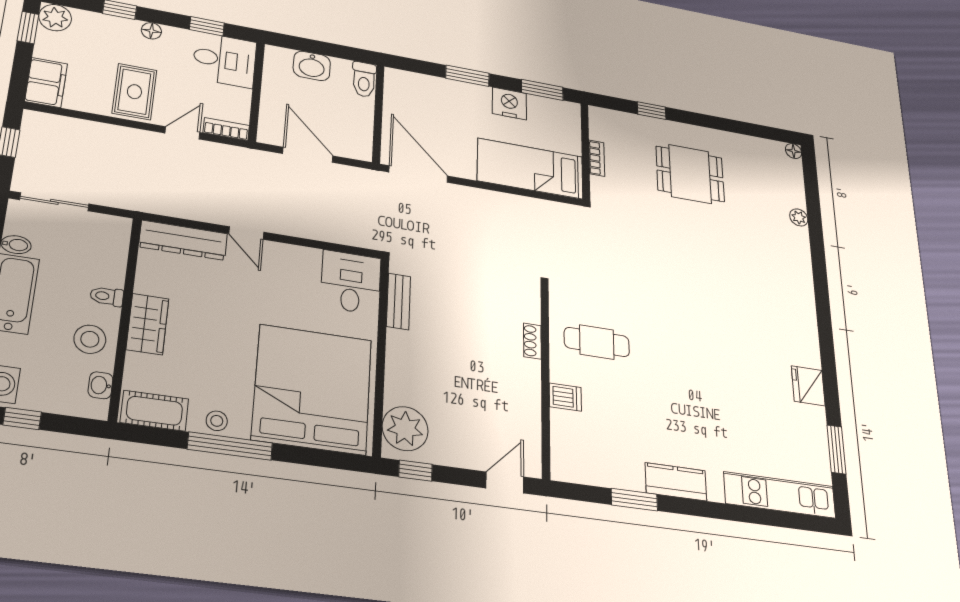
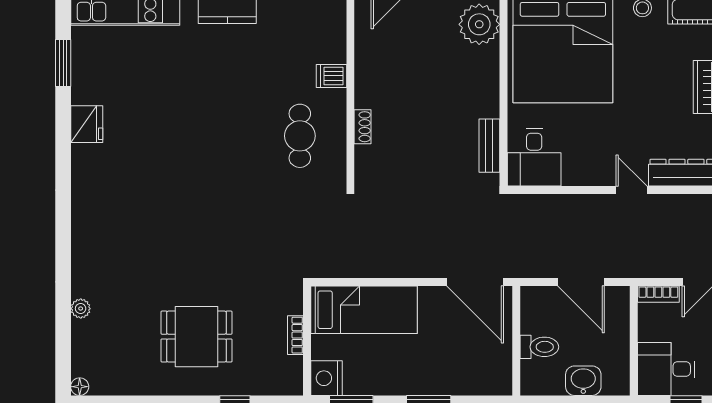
toilet: (364, 79) -> (539, 347), moved, turned 90
nightstand: (509, 103) -> (326, 378), moved, turned 90
cafe table: (597, 342) -> (300, 136), turned 90

